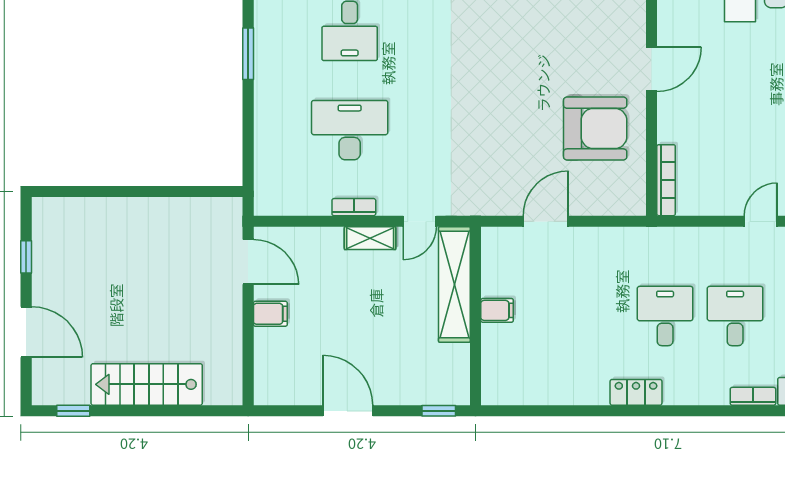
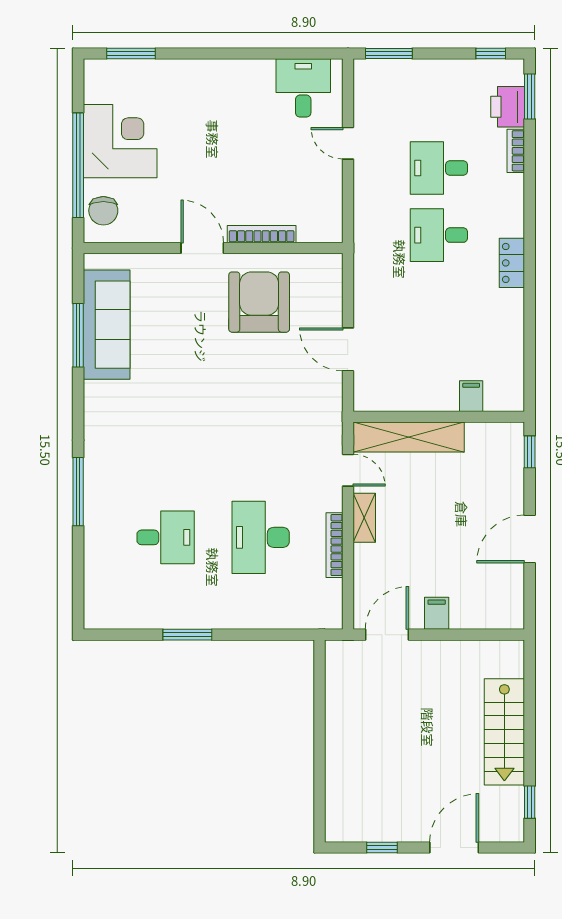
bookcase: (666, 180) -> (262, 234), moved
bookcase: (354, 207) -> (334, 545), width x1.56
filing cabinet: (497, 310) -> (471, 396), moved

